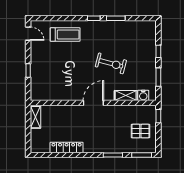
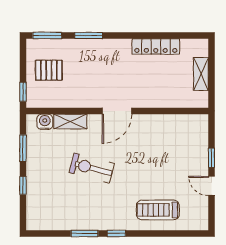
door: (28, 34) -> (211, 186), moved
shelving: (35, 117) -> (201, 74), moved

